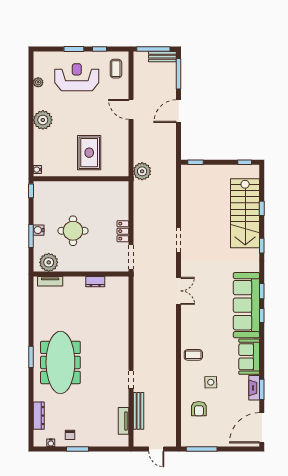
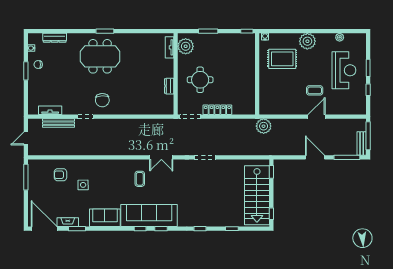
coffee table: (116, 69) -> (315, 90), moved
rug: (89, 153) -> (282, 59), moved
stairs: (245, 213) -> (257, 195), moved, turned -90
water cooler: (39, 230) -> (213, 38), removed
round table: (73, 231) -> (200, 80), moved
locker: (123, 231) -> (217, 110), width x1.53
coffee table: (193, 355) -> (140, 179), moved
chair: (112, 360) -> (102, 100), added
meeting table: (60, 362) -> (100, 56), width x0.73
fireplace: (254, 388) -> (68, 222), moved

